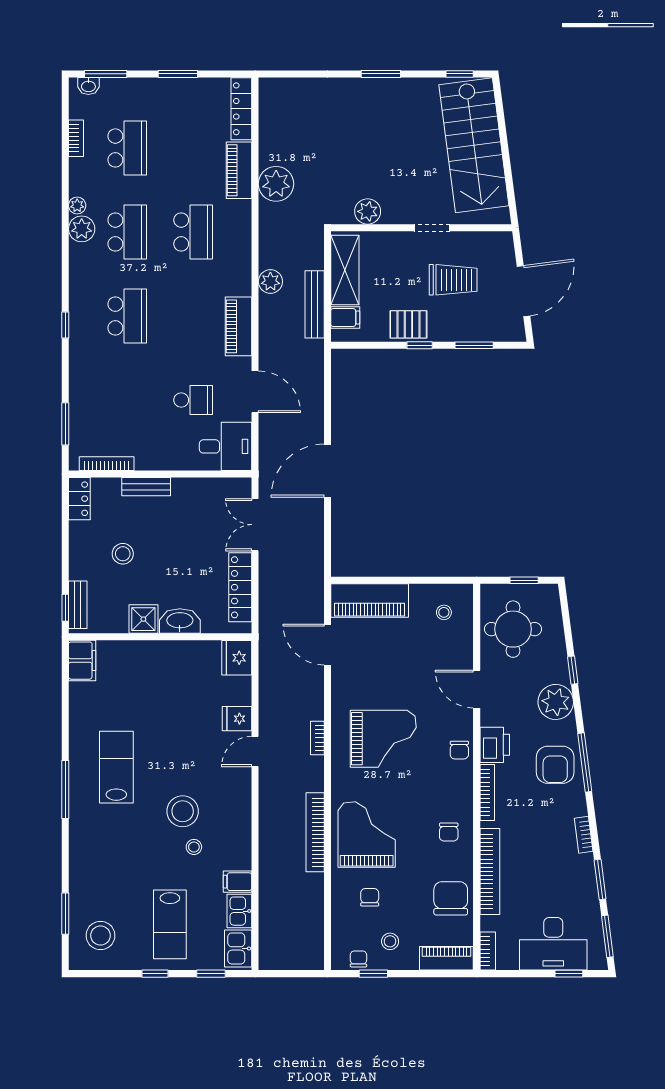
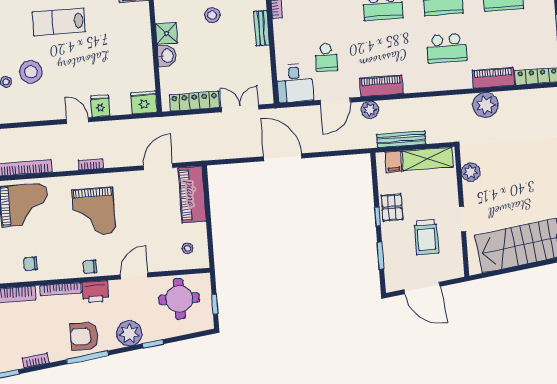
plant: (270, 282) -> (370, 110), moved
washbasin: (180, 621) -> (167, 56), width x0.72
lab bench: (116, 767) -> (59, 22), turned 180

